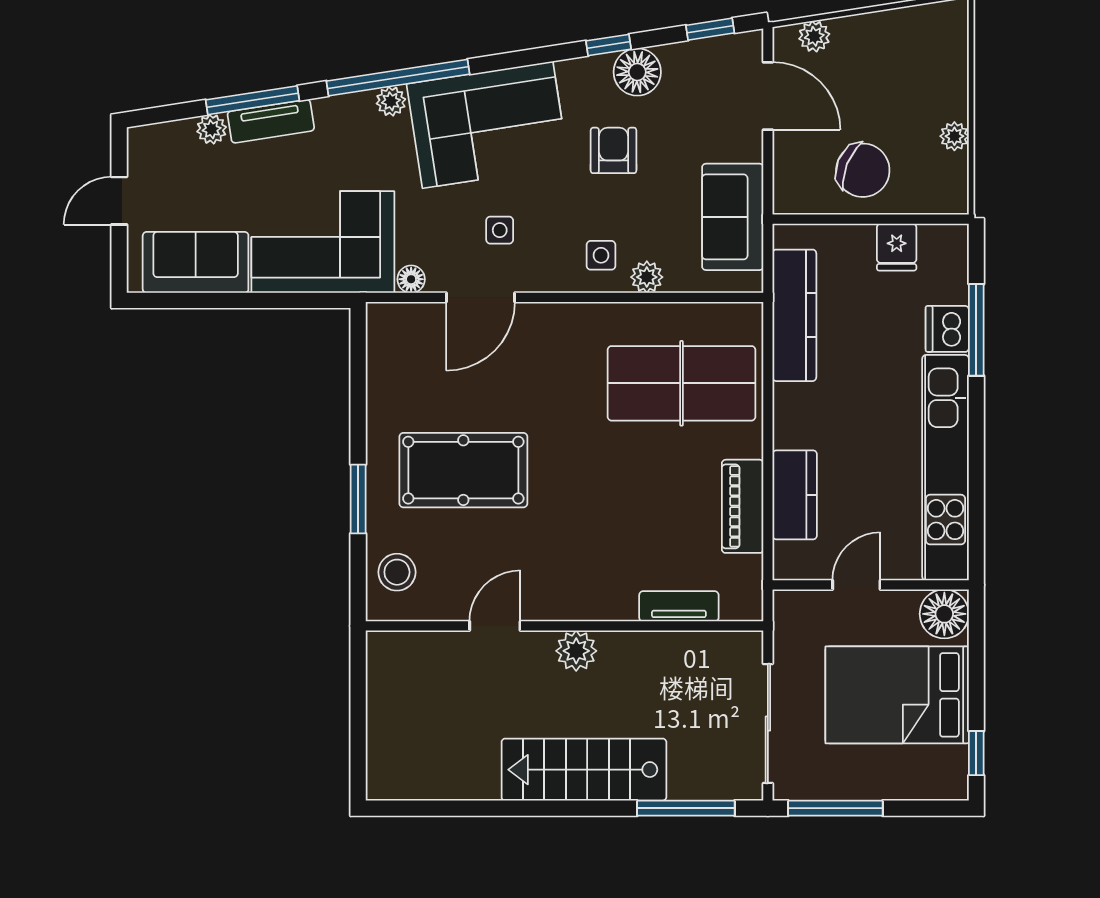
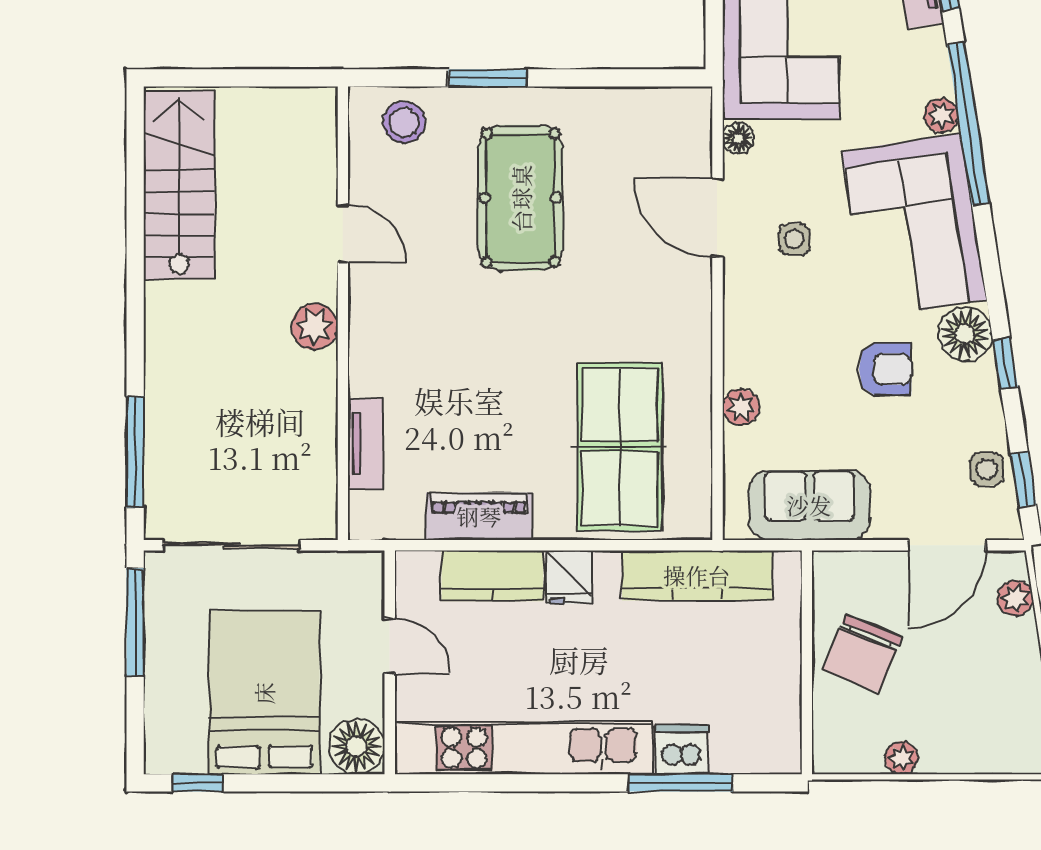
floor lamp: (637, 72) -> (965, 334), moved
fridge: (897, 247) -> (569, 577), moved, turned -90
side table: (601, 255) -> (987, 469), moved
stairs: (584, 770) -> (179, 185), moved

